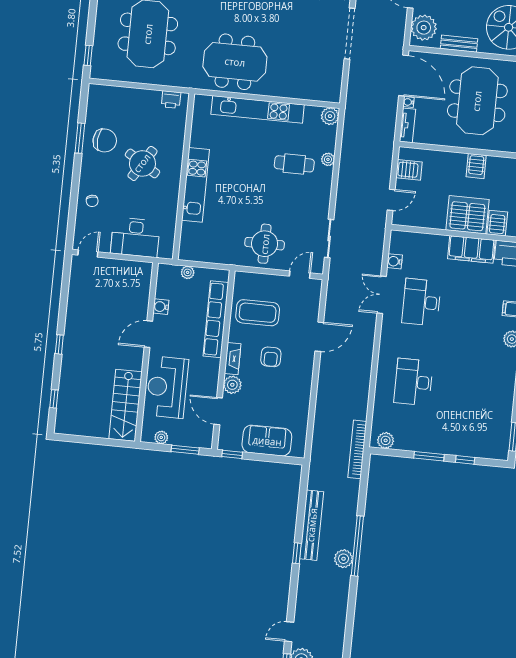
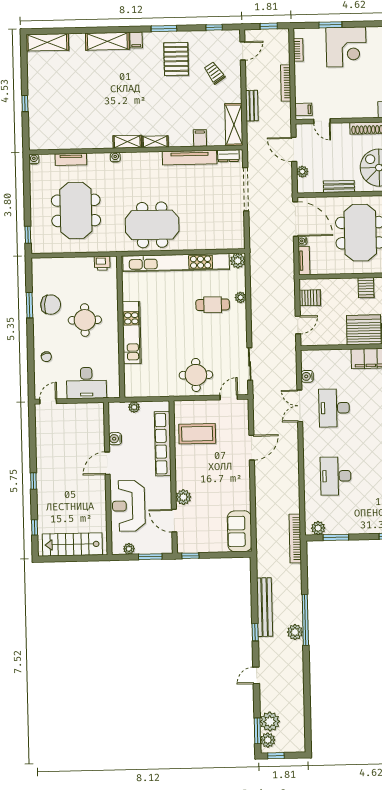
plant: (424, 28) -> (302, 172), width x0.53, depth x0.53
kitchen unit: (258, 109) -> (176, 263), width x1.36
round table: (142, 163) -> (85, 320), turned -32
armchair: (271, 357) -> (213, 470), removed
fireplace: (233, 359) -> (181, 475), removed
stairs: (126, 405) -> (72, 544), moved, turned 90
sofa: (267, 441) -> (240, 531), moved, turned -90
window: (429, 456) -> (336, 537), moved
door: (289, 632) -> (256, 675), moved

